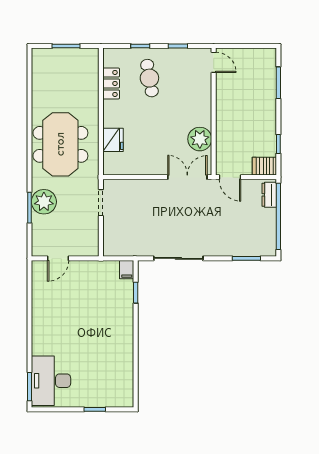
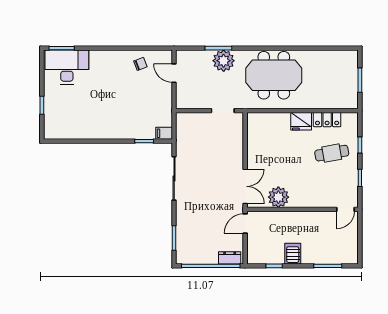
fridge: (113, 140) -> (301, 121), moved
server rack: (264, 166) -> (293, 254), moved
chair: (48, 297) -> (140, 64), added

